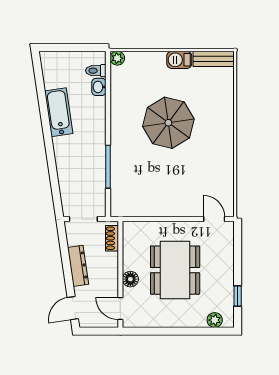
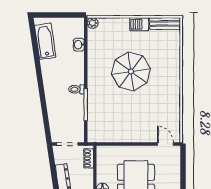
toilet: (96, 71) -> (76, 89), moved
bathtub: (59, 112) -> (45, 41), moved

